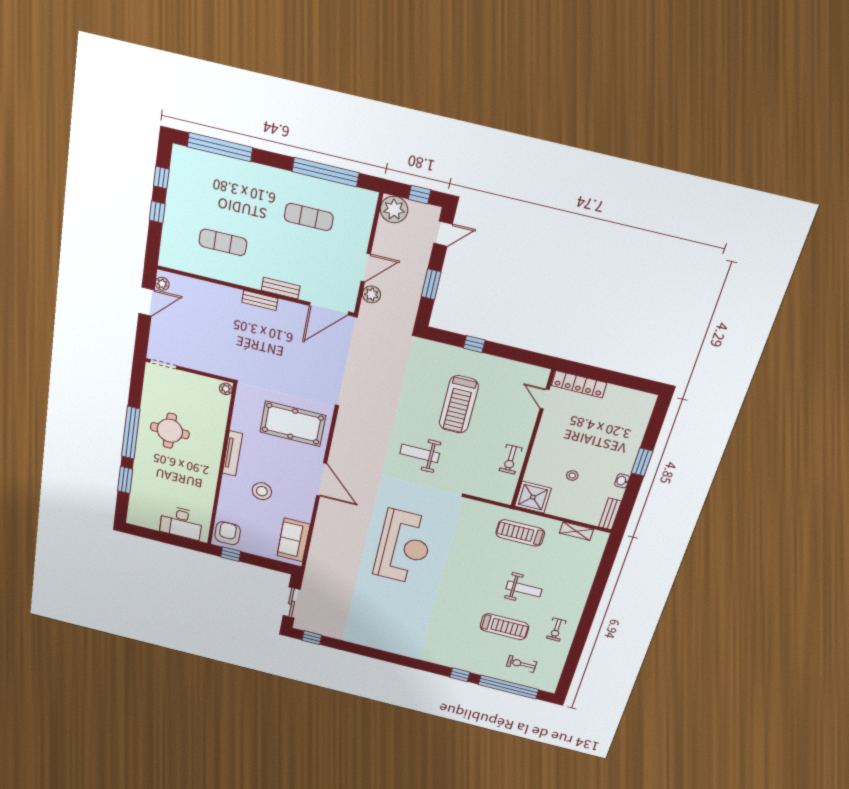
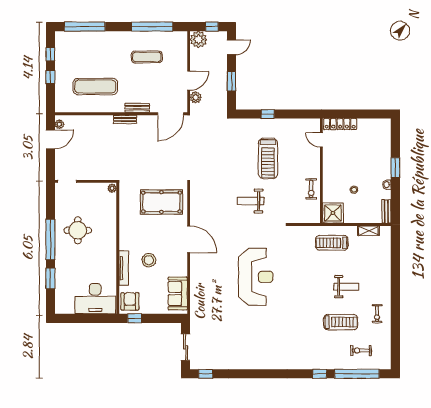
exercise mat: (223, 242) -> (95, 87), width x1.36, depth x1.45
tv unit: (232, 453) -> (124, 268), moved
desk: (181, 523) -> (95, 299), width x1.36, depth x1.30

